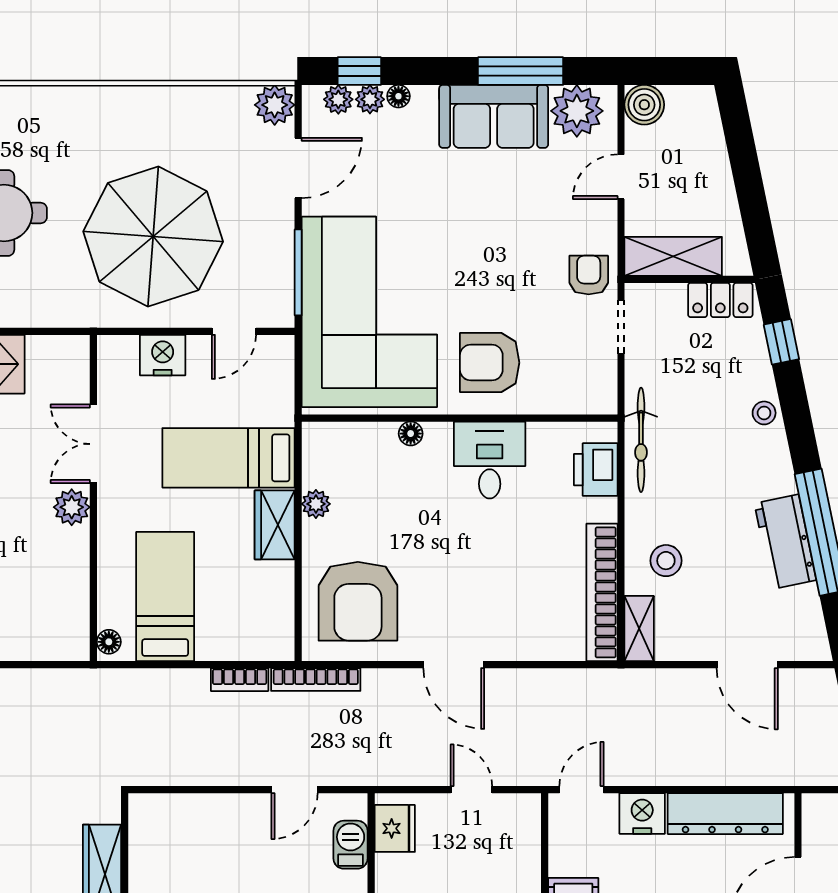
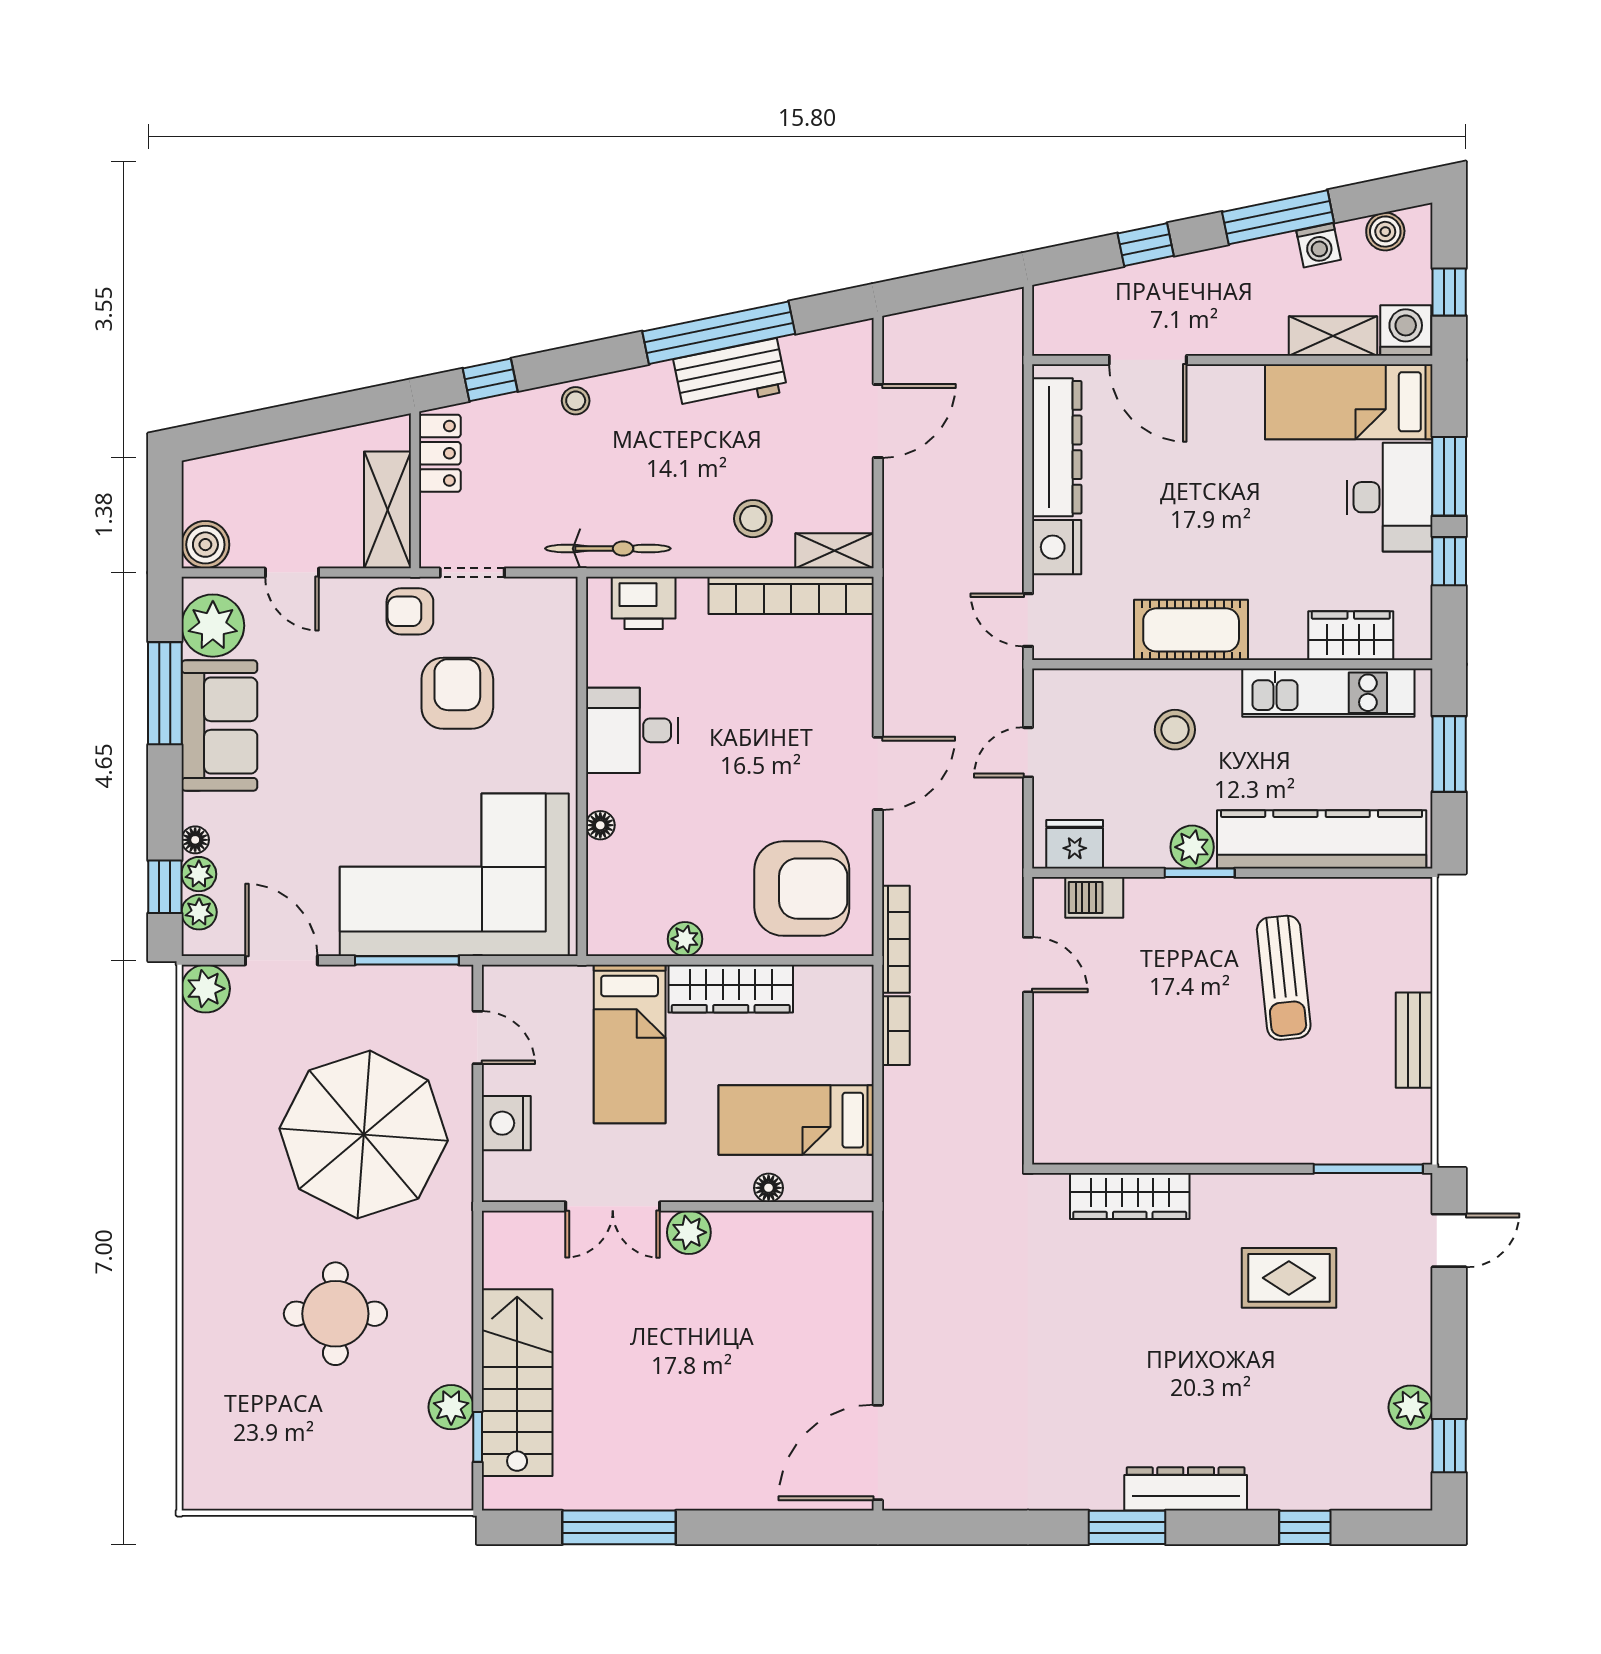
armchair: (490, 363) -> (457, 693), moved, turned 180
wardrobe: (275, 525) -> (731, 989), width x1.50
floor lamp: (109, 642) -> (769, 1188), moved

